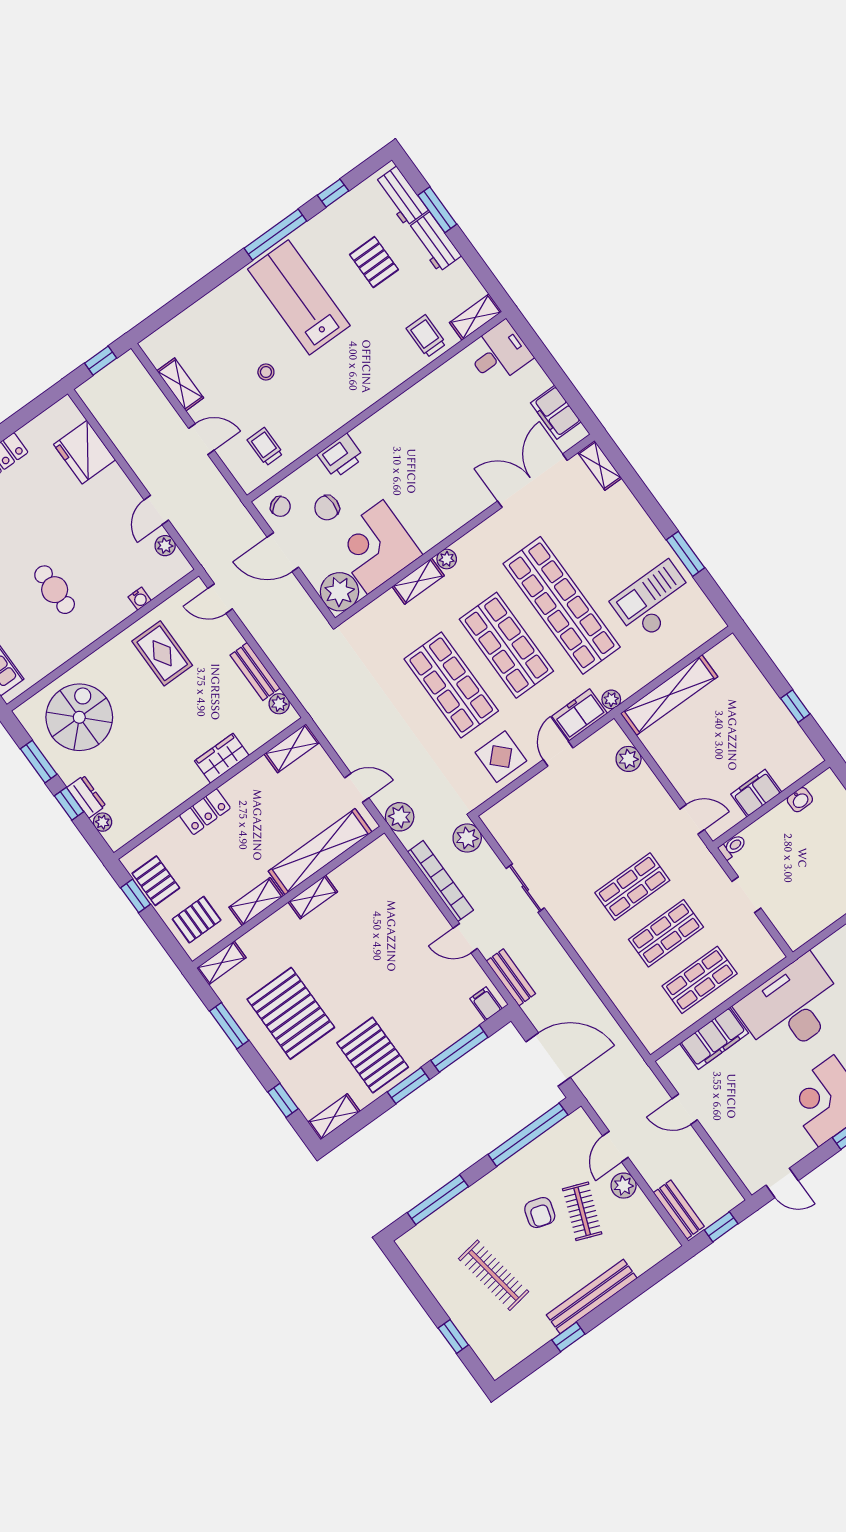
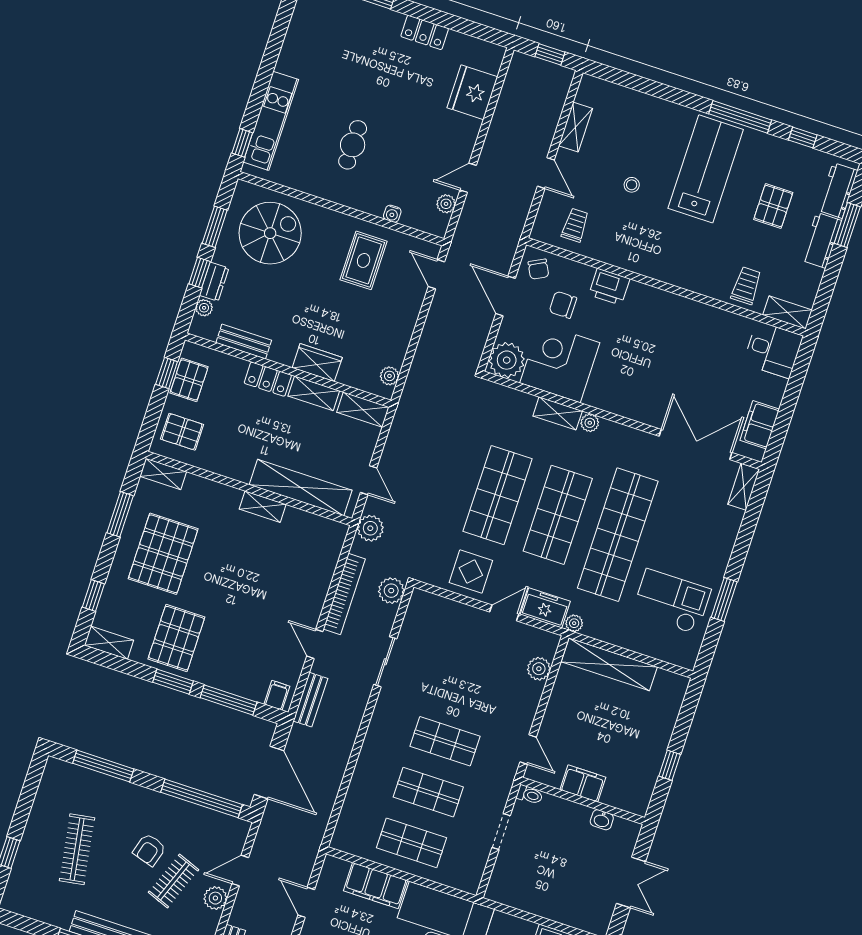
bench: (255, 672) -> (244, 341), moved, turned 90
shelving: (256, 902) -> (314, 393), moved

